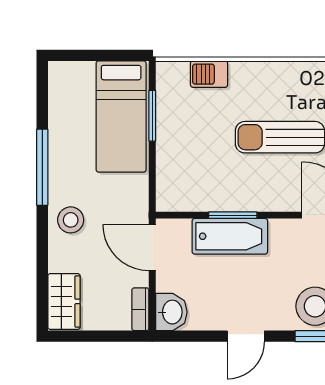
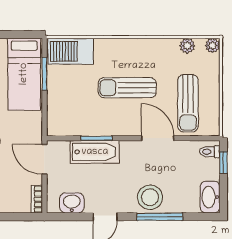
barbecue: (209, 74) -> (71, 51), width x1.88, depth x1.53
washbasin: (171, 312) -> (72, 203), moved, turned -90

